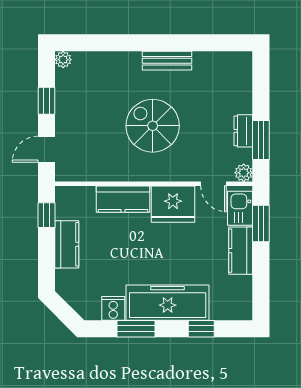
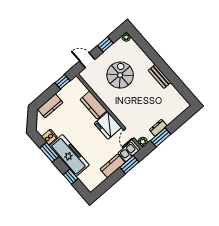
spiral stairs: (153, 126) -> (120, 75), moved
kitchen counter: (67, 244) -> (50, 106), moved

